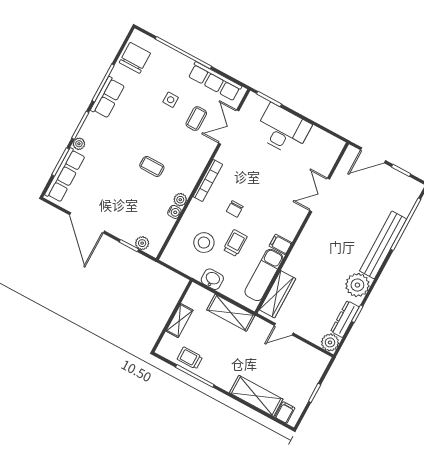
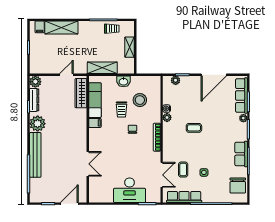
door: (87, 223) -> (214, 75), swing flipped

